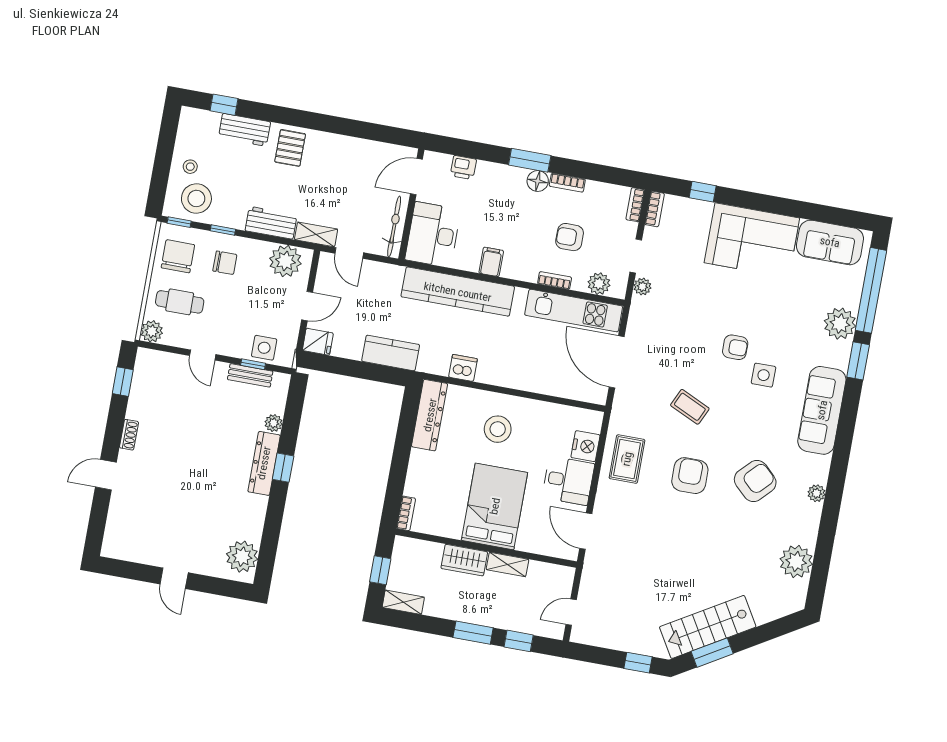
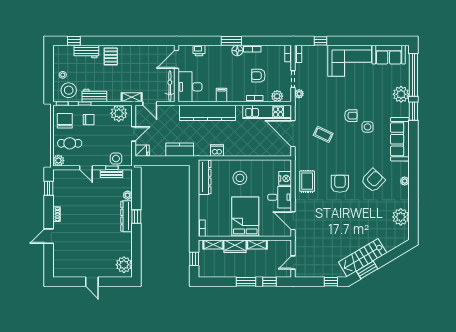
workbench: (271, 223) -> (94, 96), moved
coffee table: (690, 407) -> (323, 134), moved
shelving: (403, 602) -> (213, 245), moved

